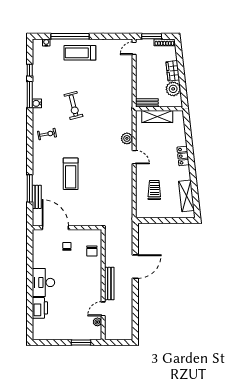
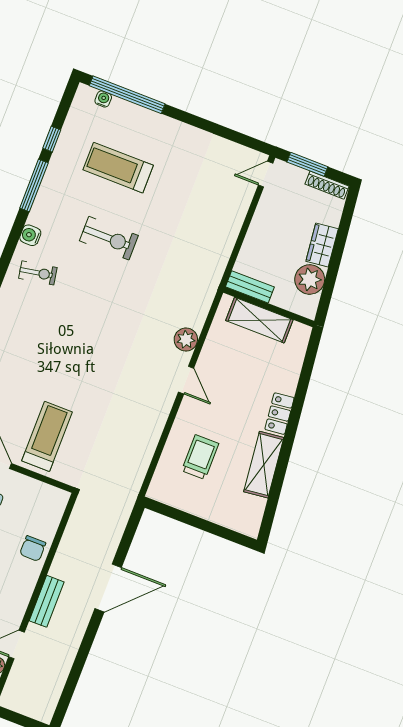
window: (70, 36) -> (127, 95), moved
treadmill: (80, 53) -> (118, 168), moved
water cooler: (37, 103) -> (30, 235), moved
exercise bike: (73, 106) -> (109, 238), turned -76
treadmill: (71, 174) -> (47, 436), moved, turned 180
shelving: (186, 196) -> (264, 465), moved
chair: (92, 251) -> (33, 548), moved
bench: (109, 284) -> (47, 601), width x0.73

